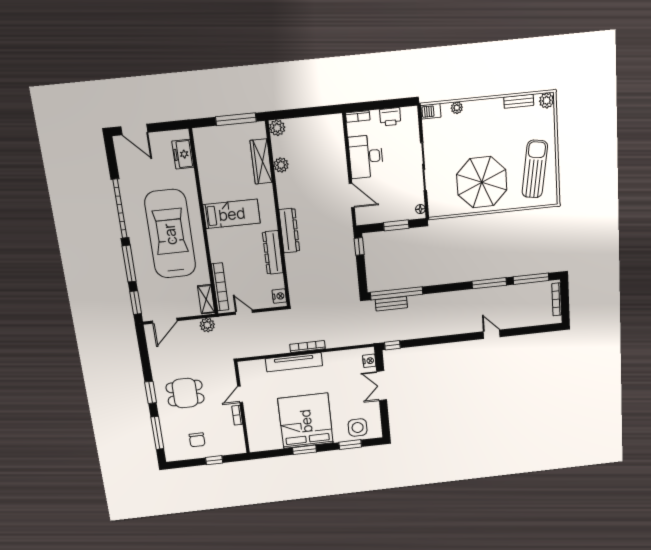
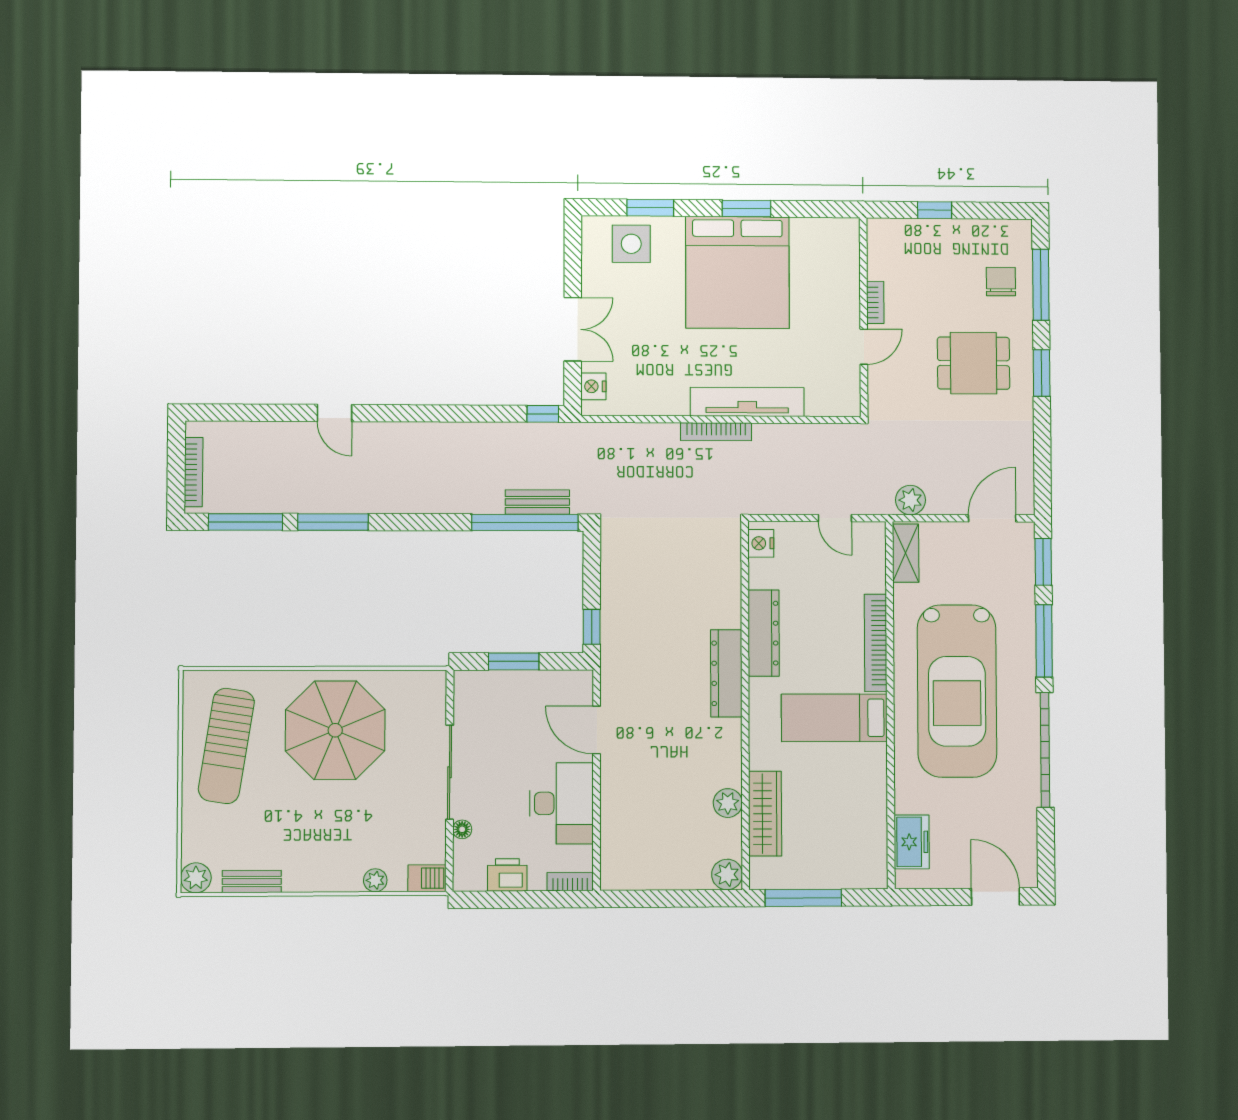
floor lamp: (420, 209) -> (462, 829), moved
bookcase: (220, 287) -> (876, 643), moved
chair: (197, 440) -> (1001, 282), moved

